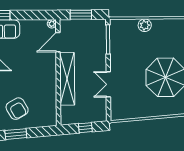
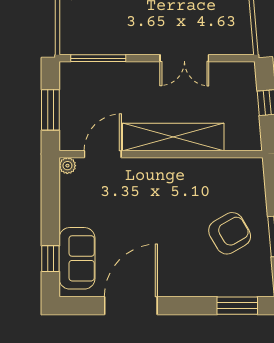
door: (58, 42) -> (103, 154), swing flipped

